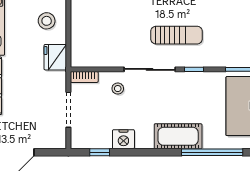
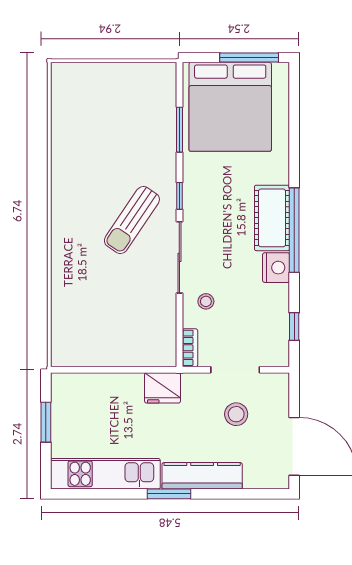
stool: (47, 21) -> (236, 414), moved
sun lounger: (177, 35) -> (132, 220), turned -146
nightstand: (123, 139) -> (276, 268), moved
window: (212, 152) -> (294, 230), moved

